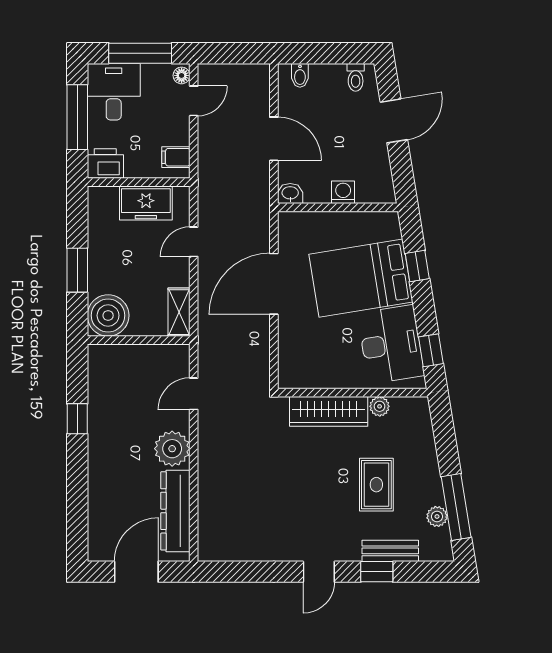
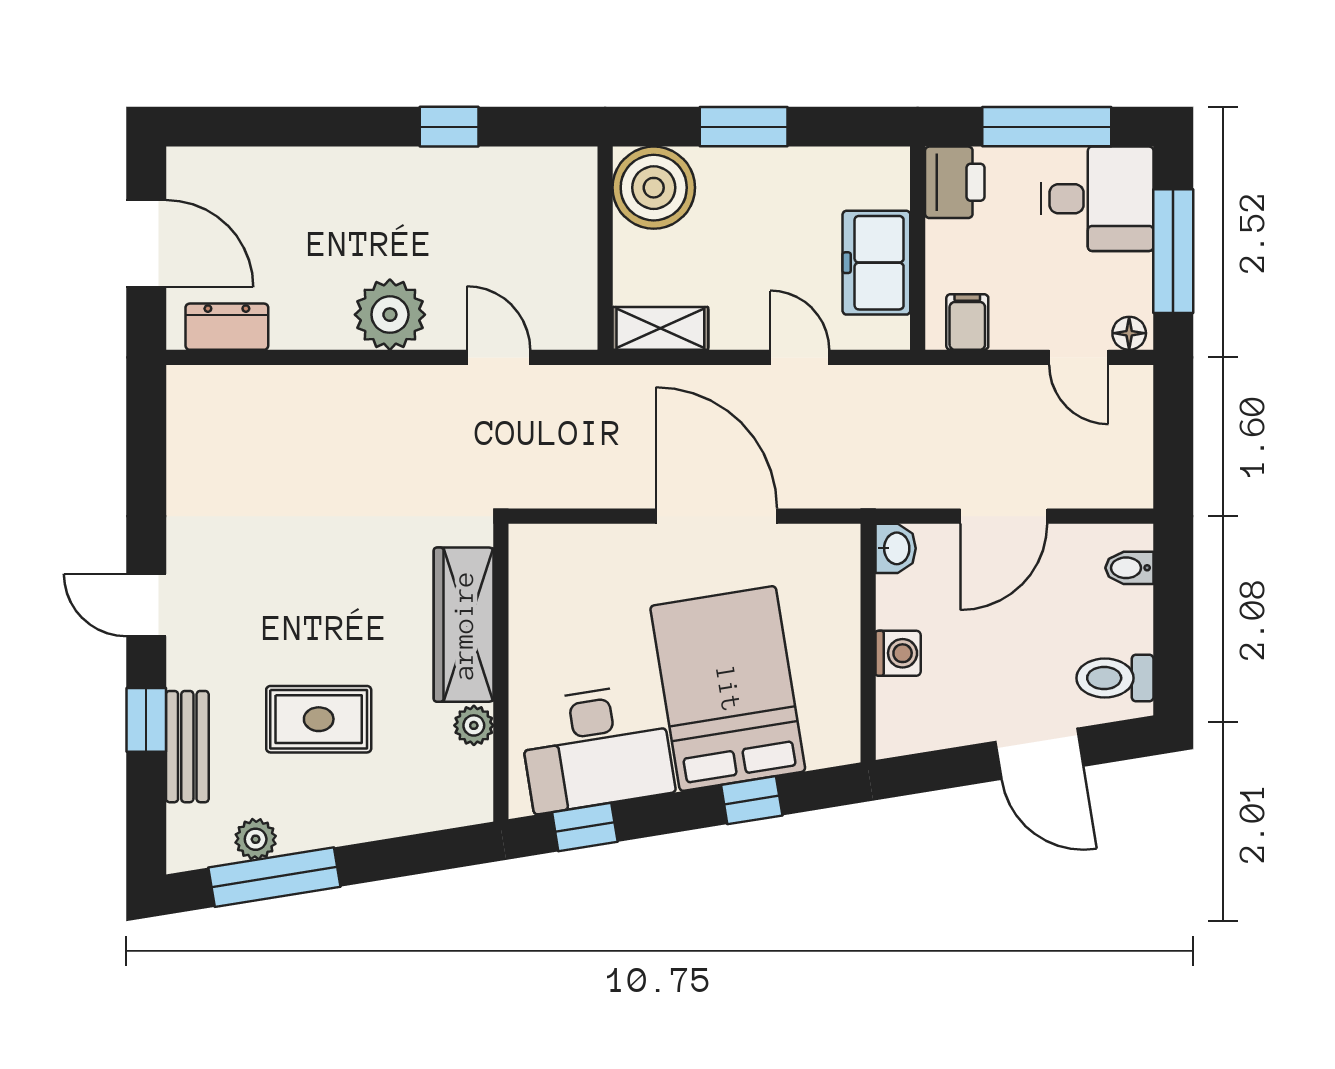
toilet: (356, 77) -> (1115, 678), width x1.37, depth x1.39
dresser: (175, 511) -> (227, 327), width x0.51, depth x0.80

